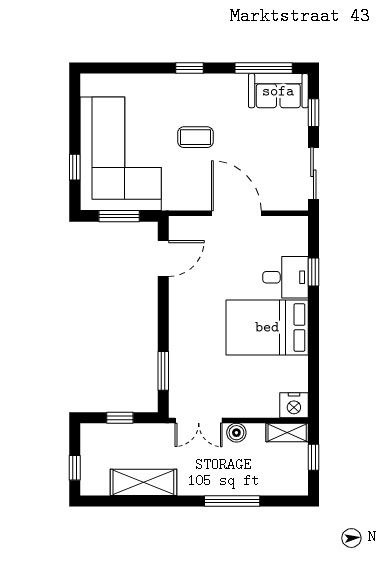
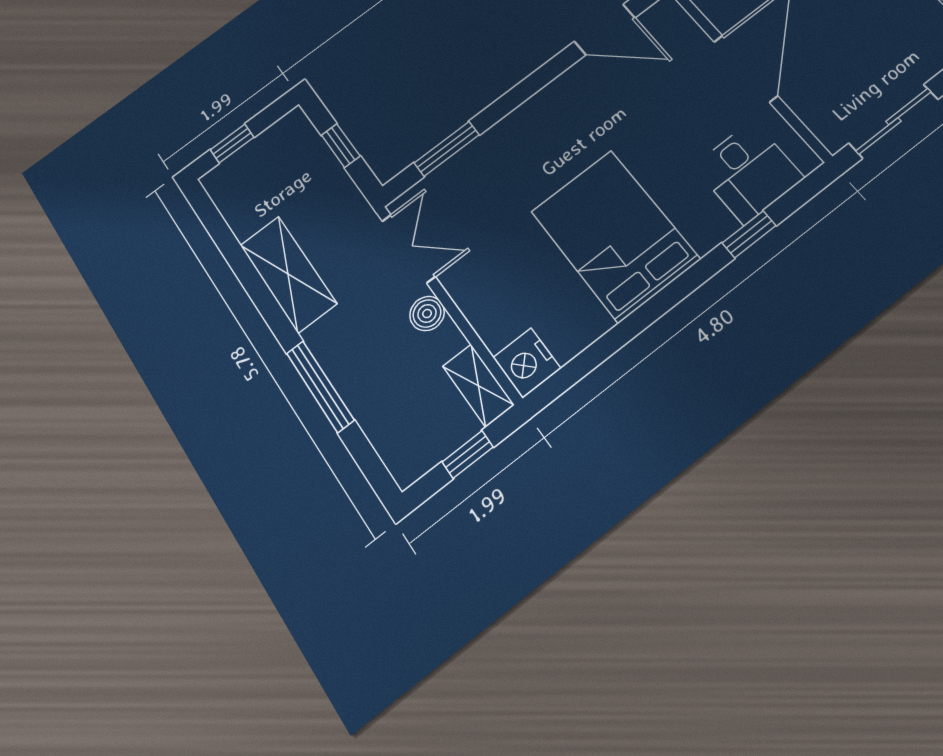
desk: (285, 277) -> (748, 172), moved
double door: (199, 421) -> (409, 249), swing flipped
shelving: (143, 482) -> (288, 274), moved

